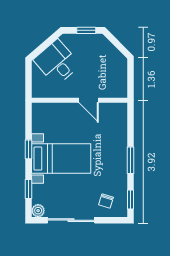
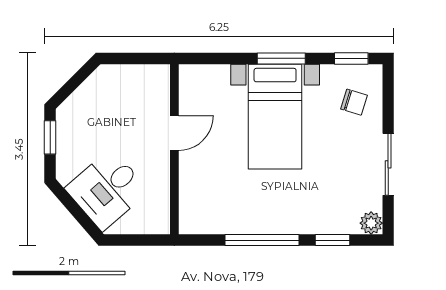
window: (29, 149) -> (262, 240), width x2.17
bed with nightstands: (61, 159) -> (275, 117), moved, turned 180
sliding door: (71, 220) -> (388, 164), width x0.73

